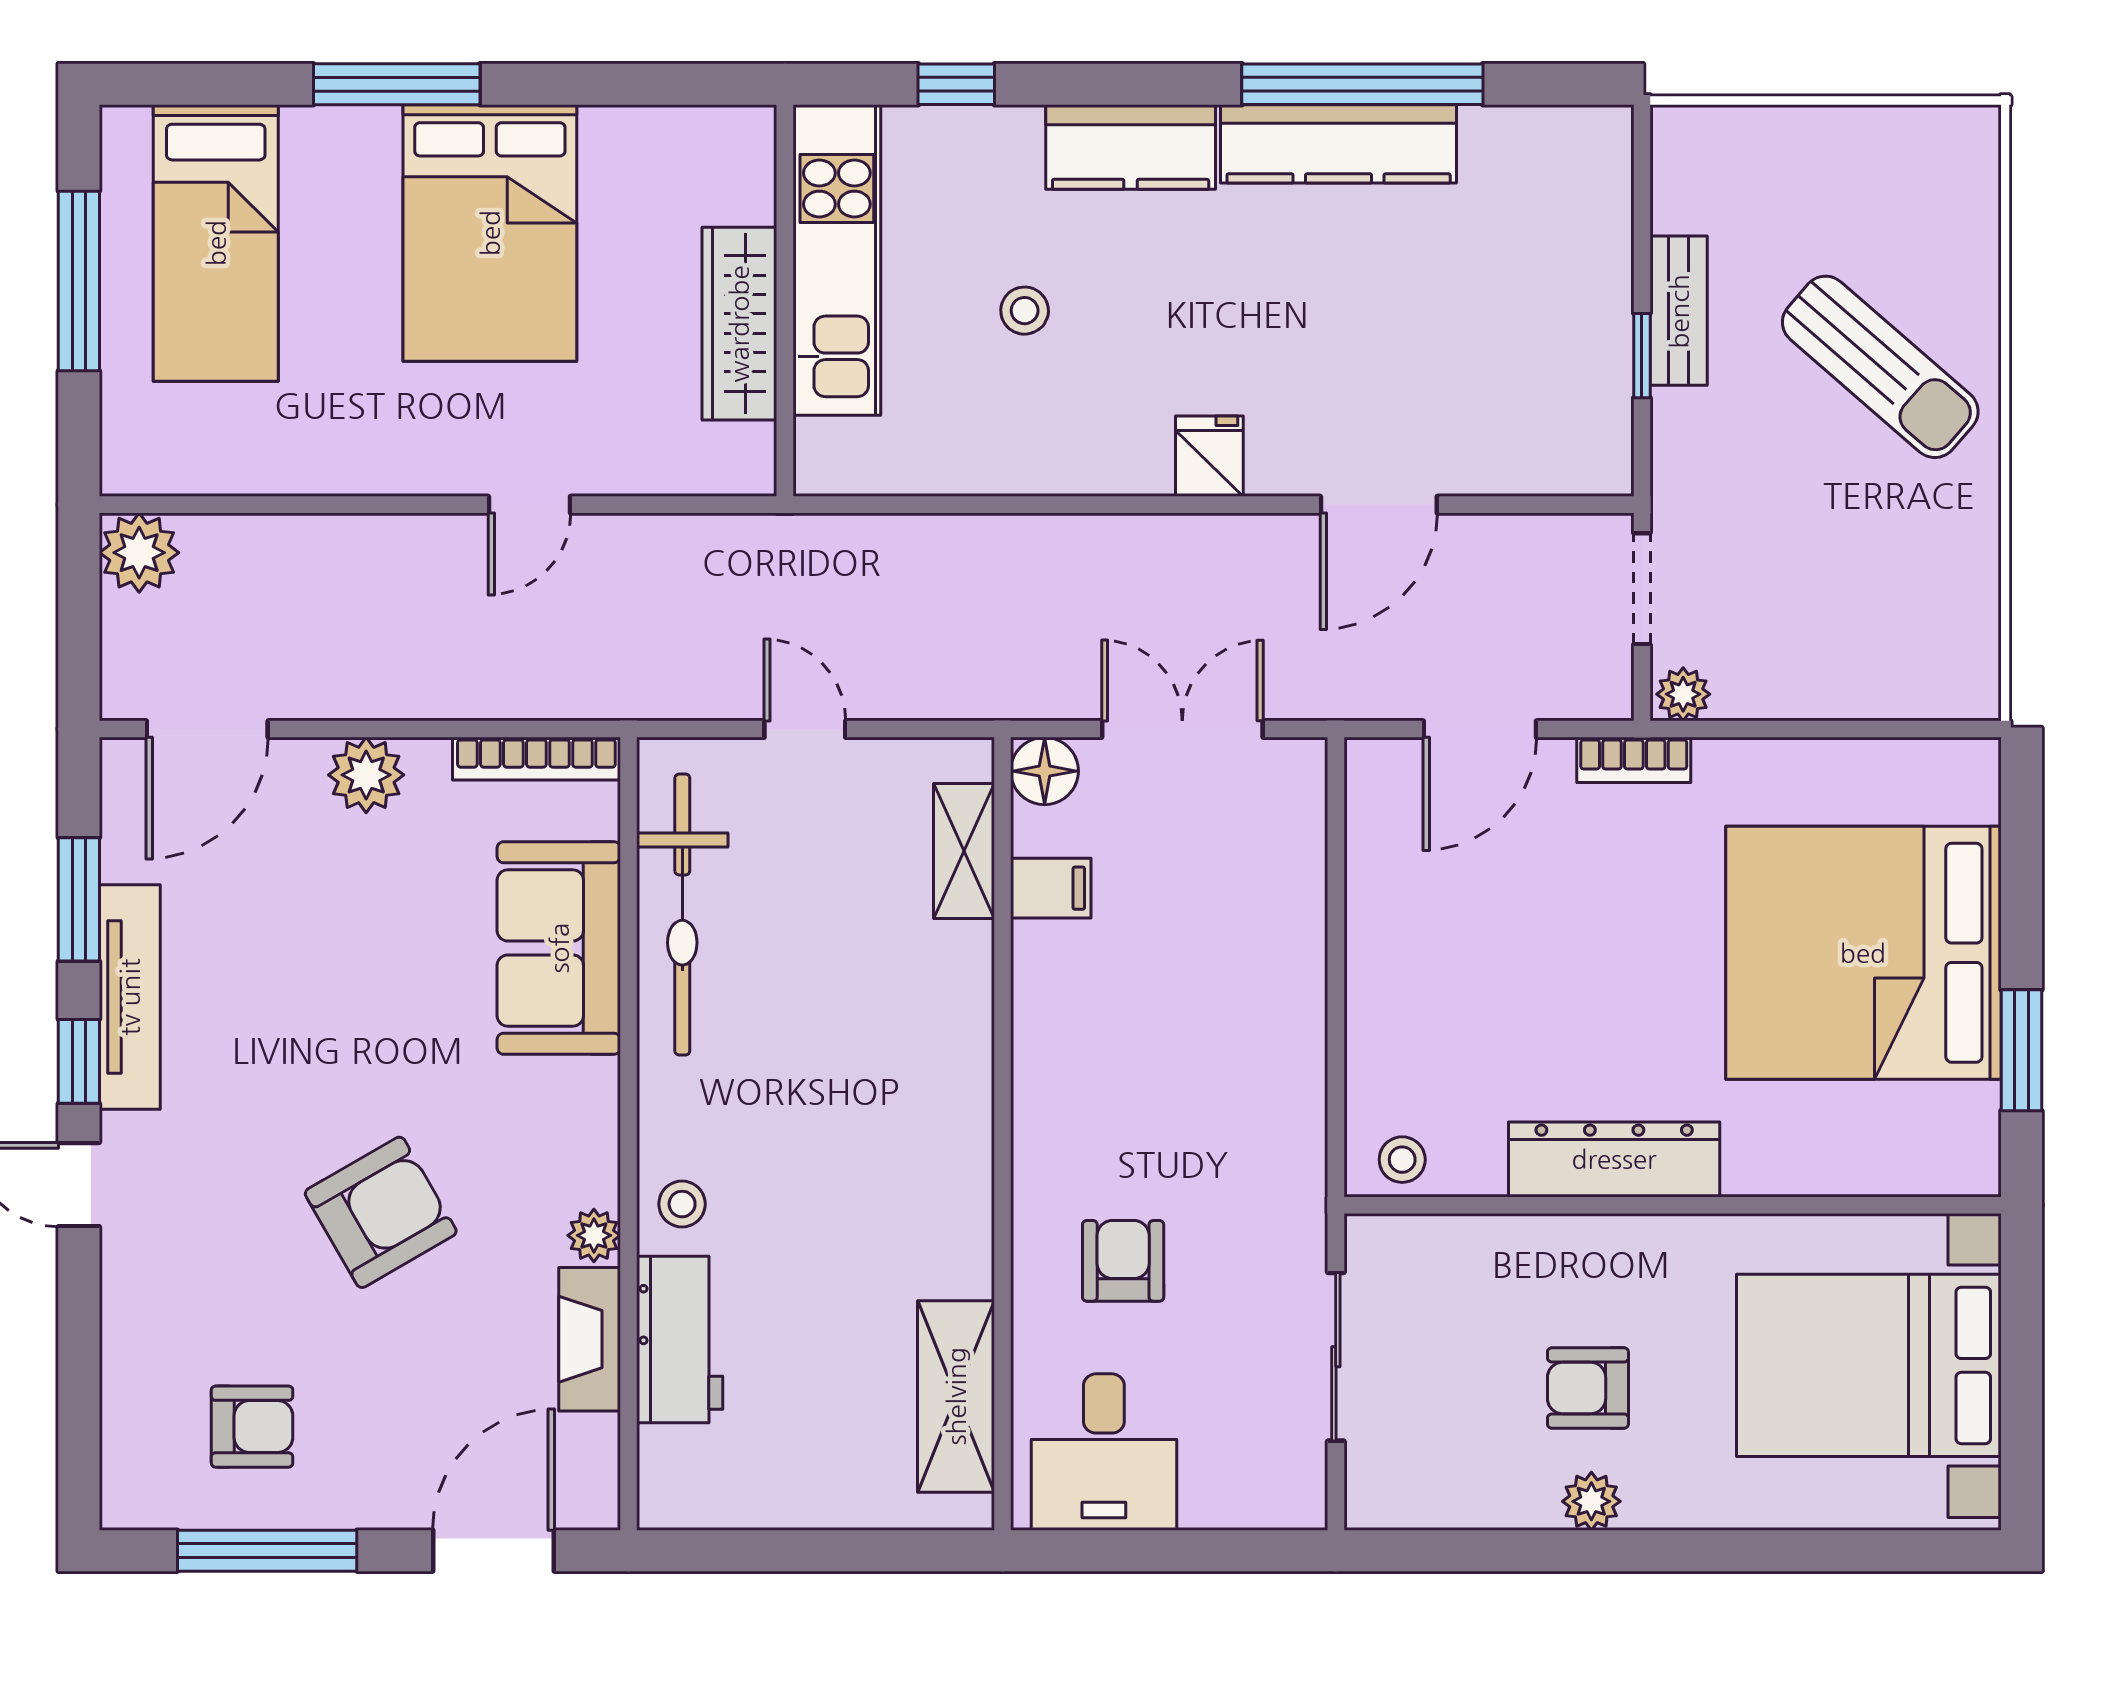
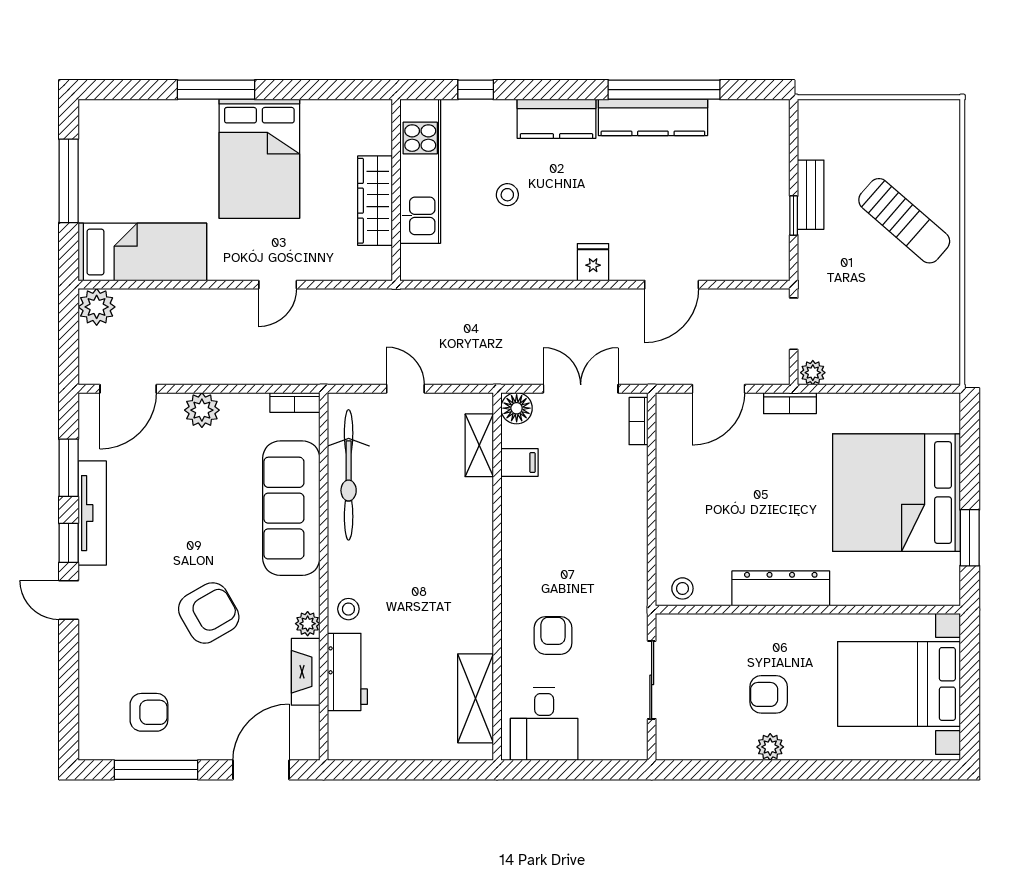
bed: (216, 243) -> (142, 252), moved, turned -90
bookcase: (536, 759) -> (295, 403), width x0.64
bookcase: (1307, 799) -> (638, 421), added
sofa: (559, 948) -> (291, 508), width x1.36

